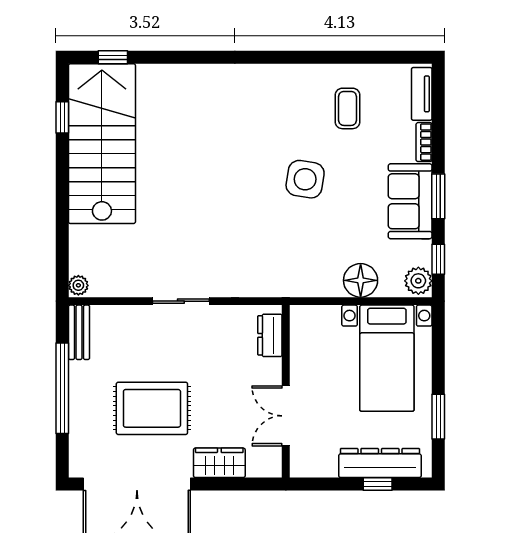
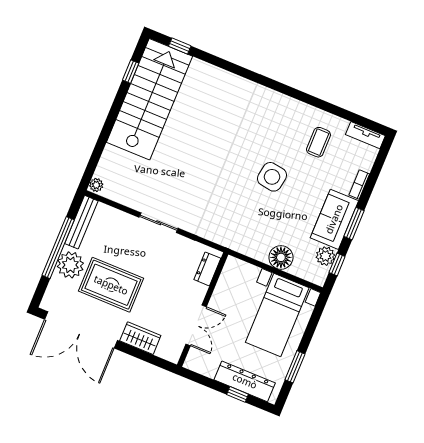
tv unit: (422, 94) -> (365, 135), moved, turned -90
plant: (418, 281) -> (325, 256), moved
bench: (79, 332) -> (81, 222), width x1.36
plant: (88, 404) -> (70, 265), added
double door: (286, 416) -> (196, 325), swing flipped

